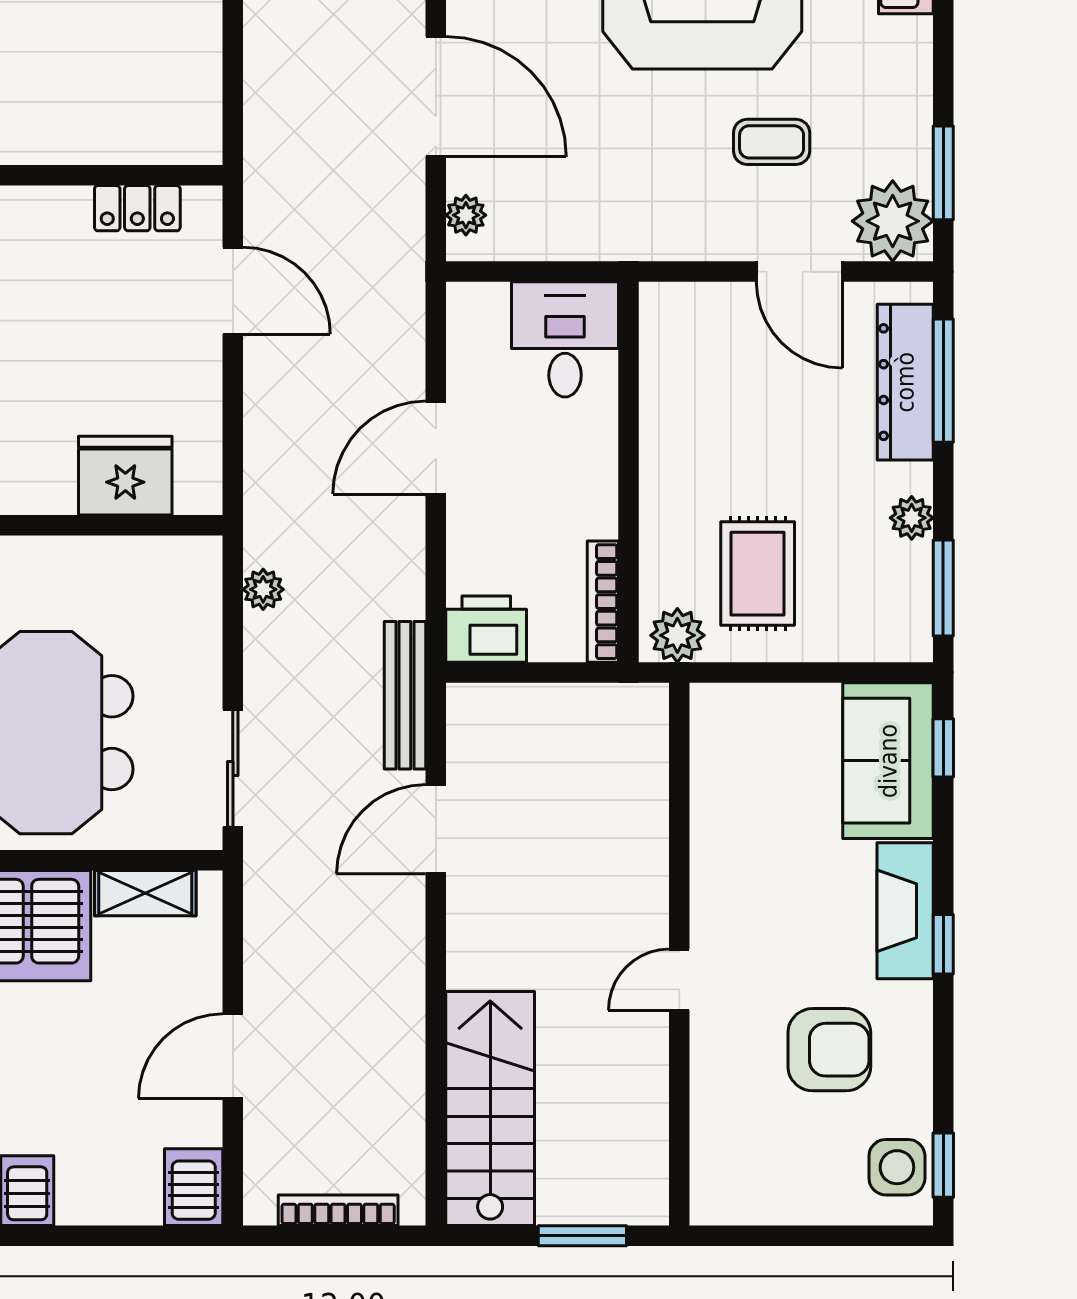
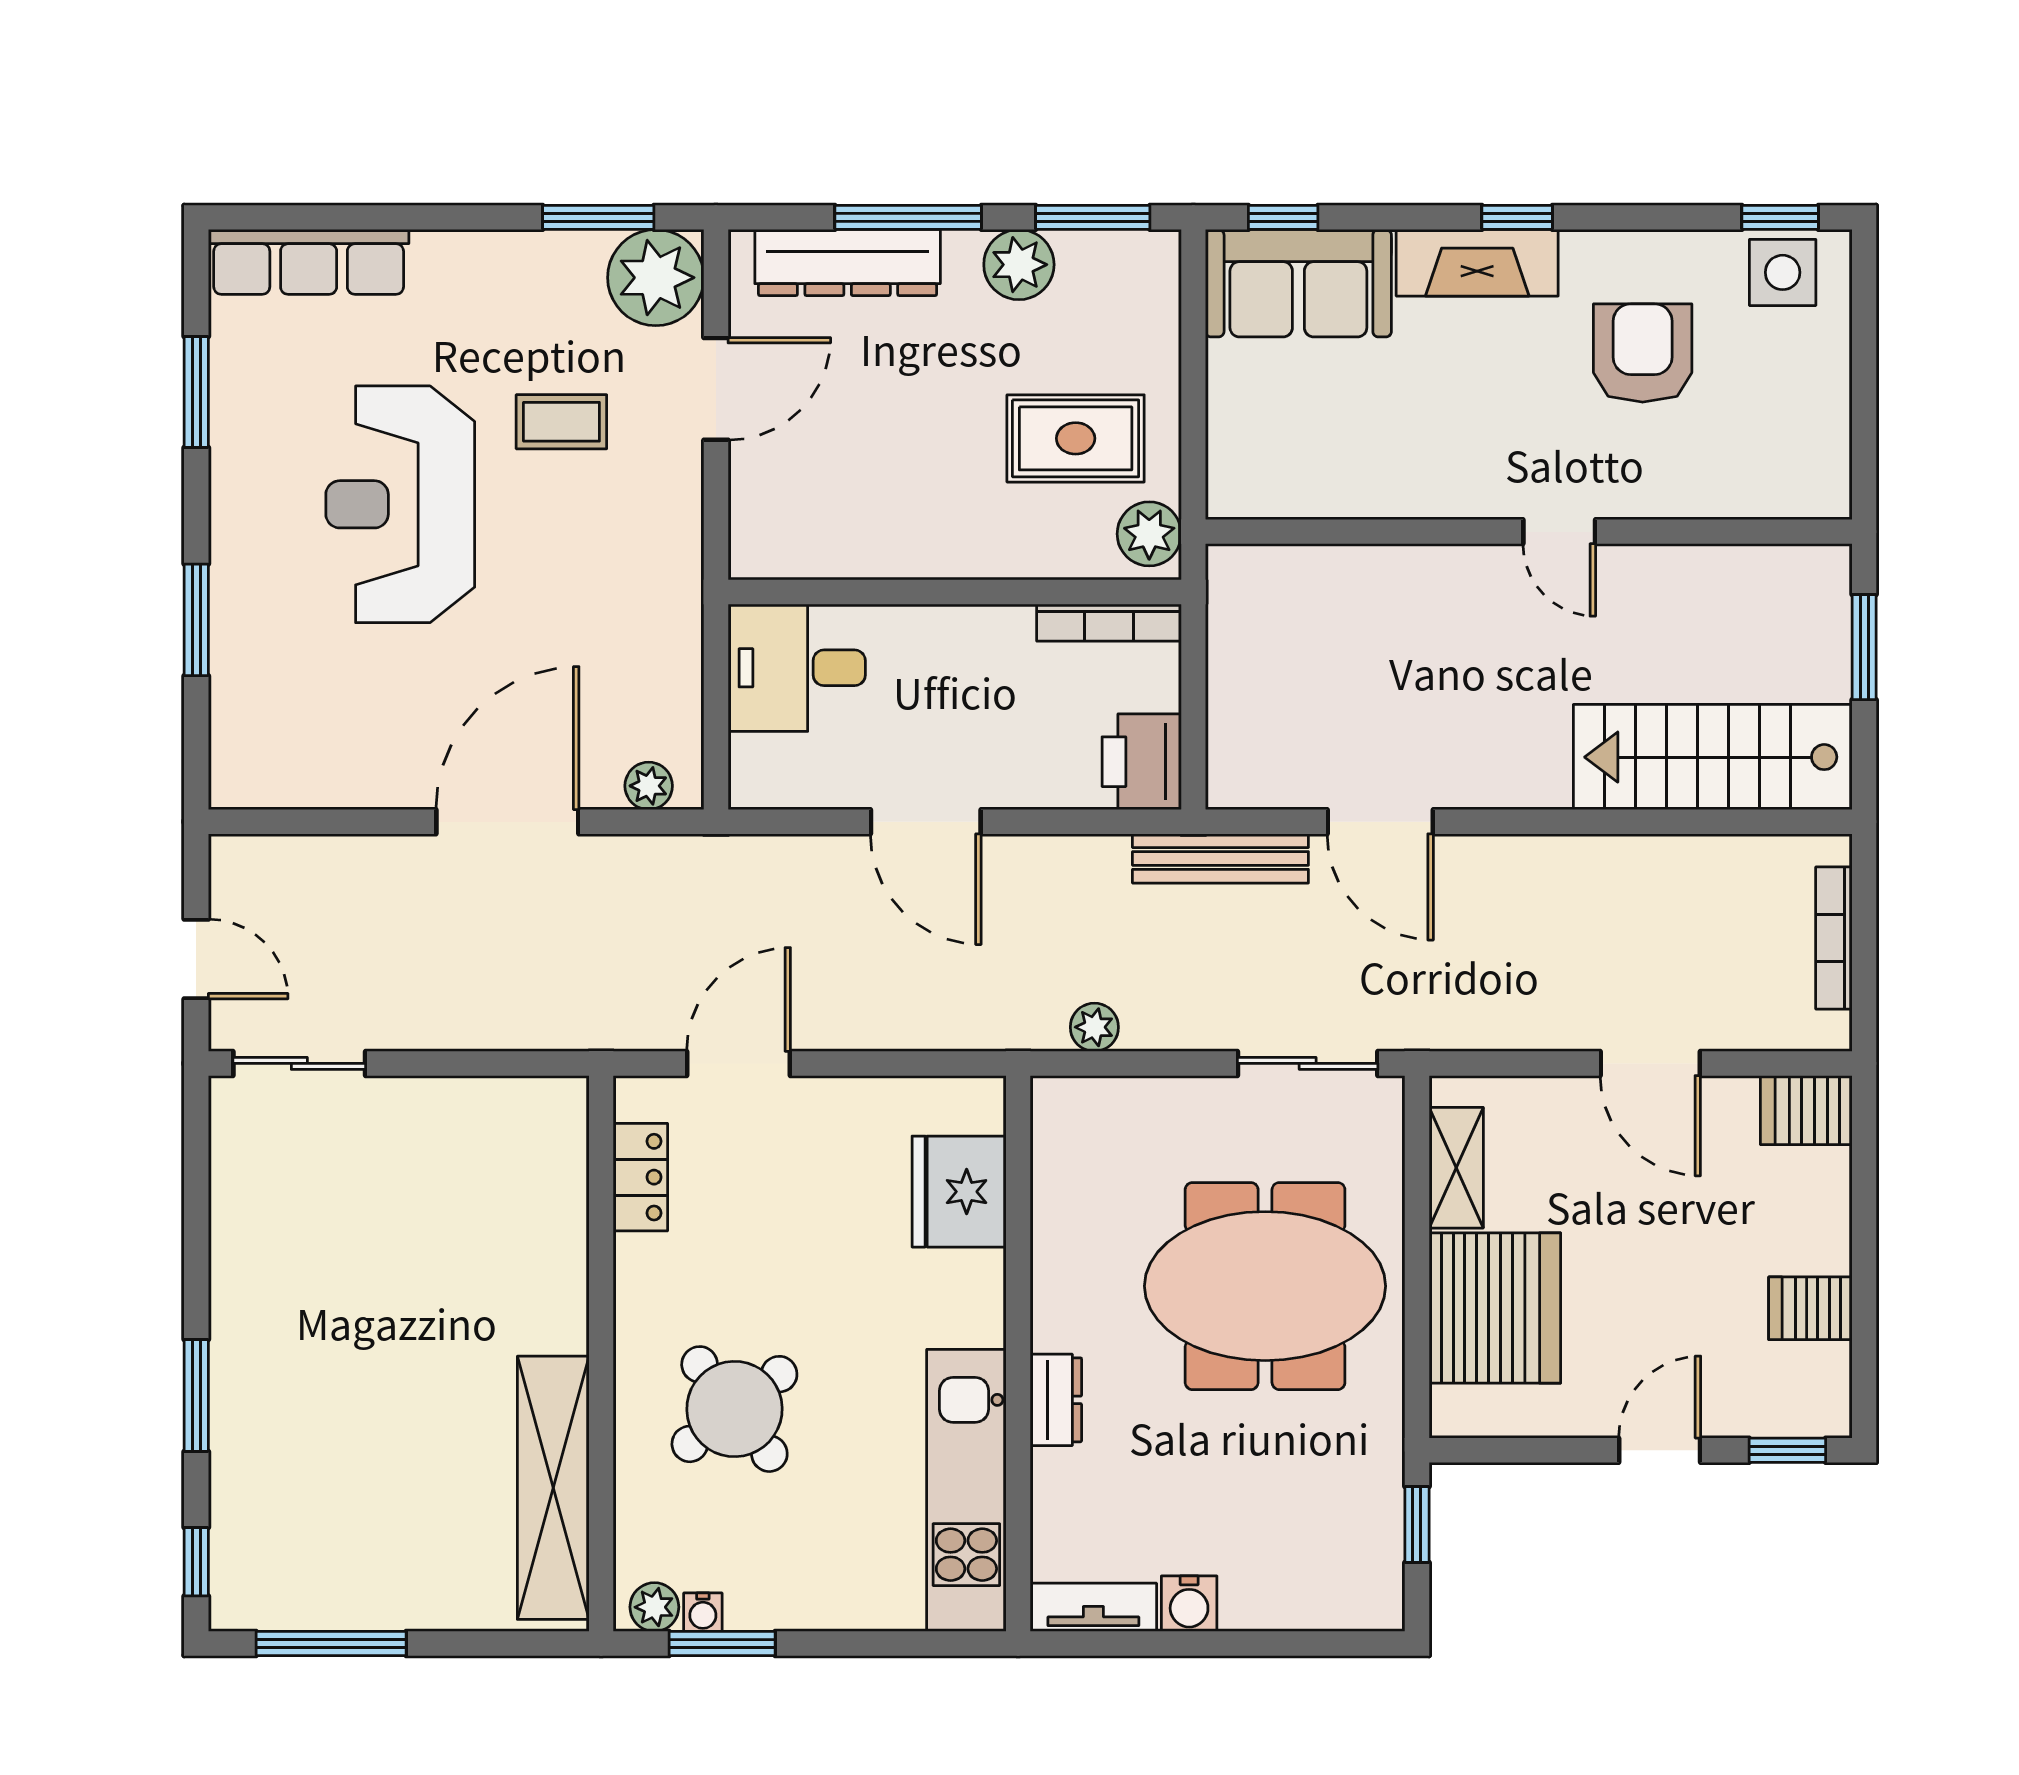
coffee table: (772, 142) -> (561, 422), turned 90
window: (943, 381) -> (908, 217), moved
plant: (912, 518) -> (1019, 265), width x1.38, depth x1.38

